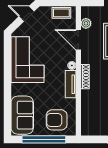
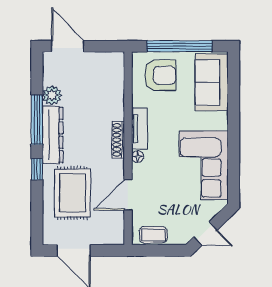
plant: (86, 23) -> (117, 219), removed
door: (78, 40) -> (128, 195), swing flipped

